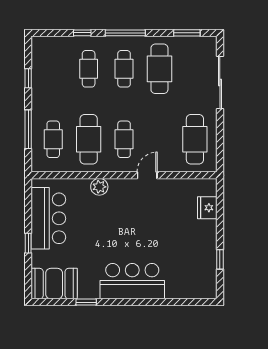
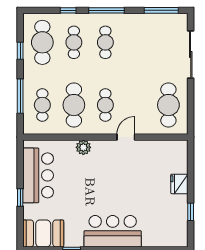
window: (187, 33) -> (161, 10), width x1.44
cafe table: (159, 69) -> (42, 42), moved
fridge: (207, 208) -> (179, 184), moved

